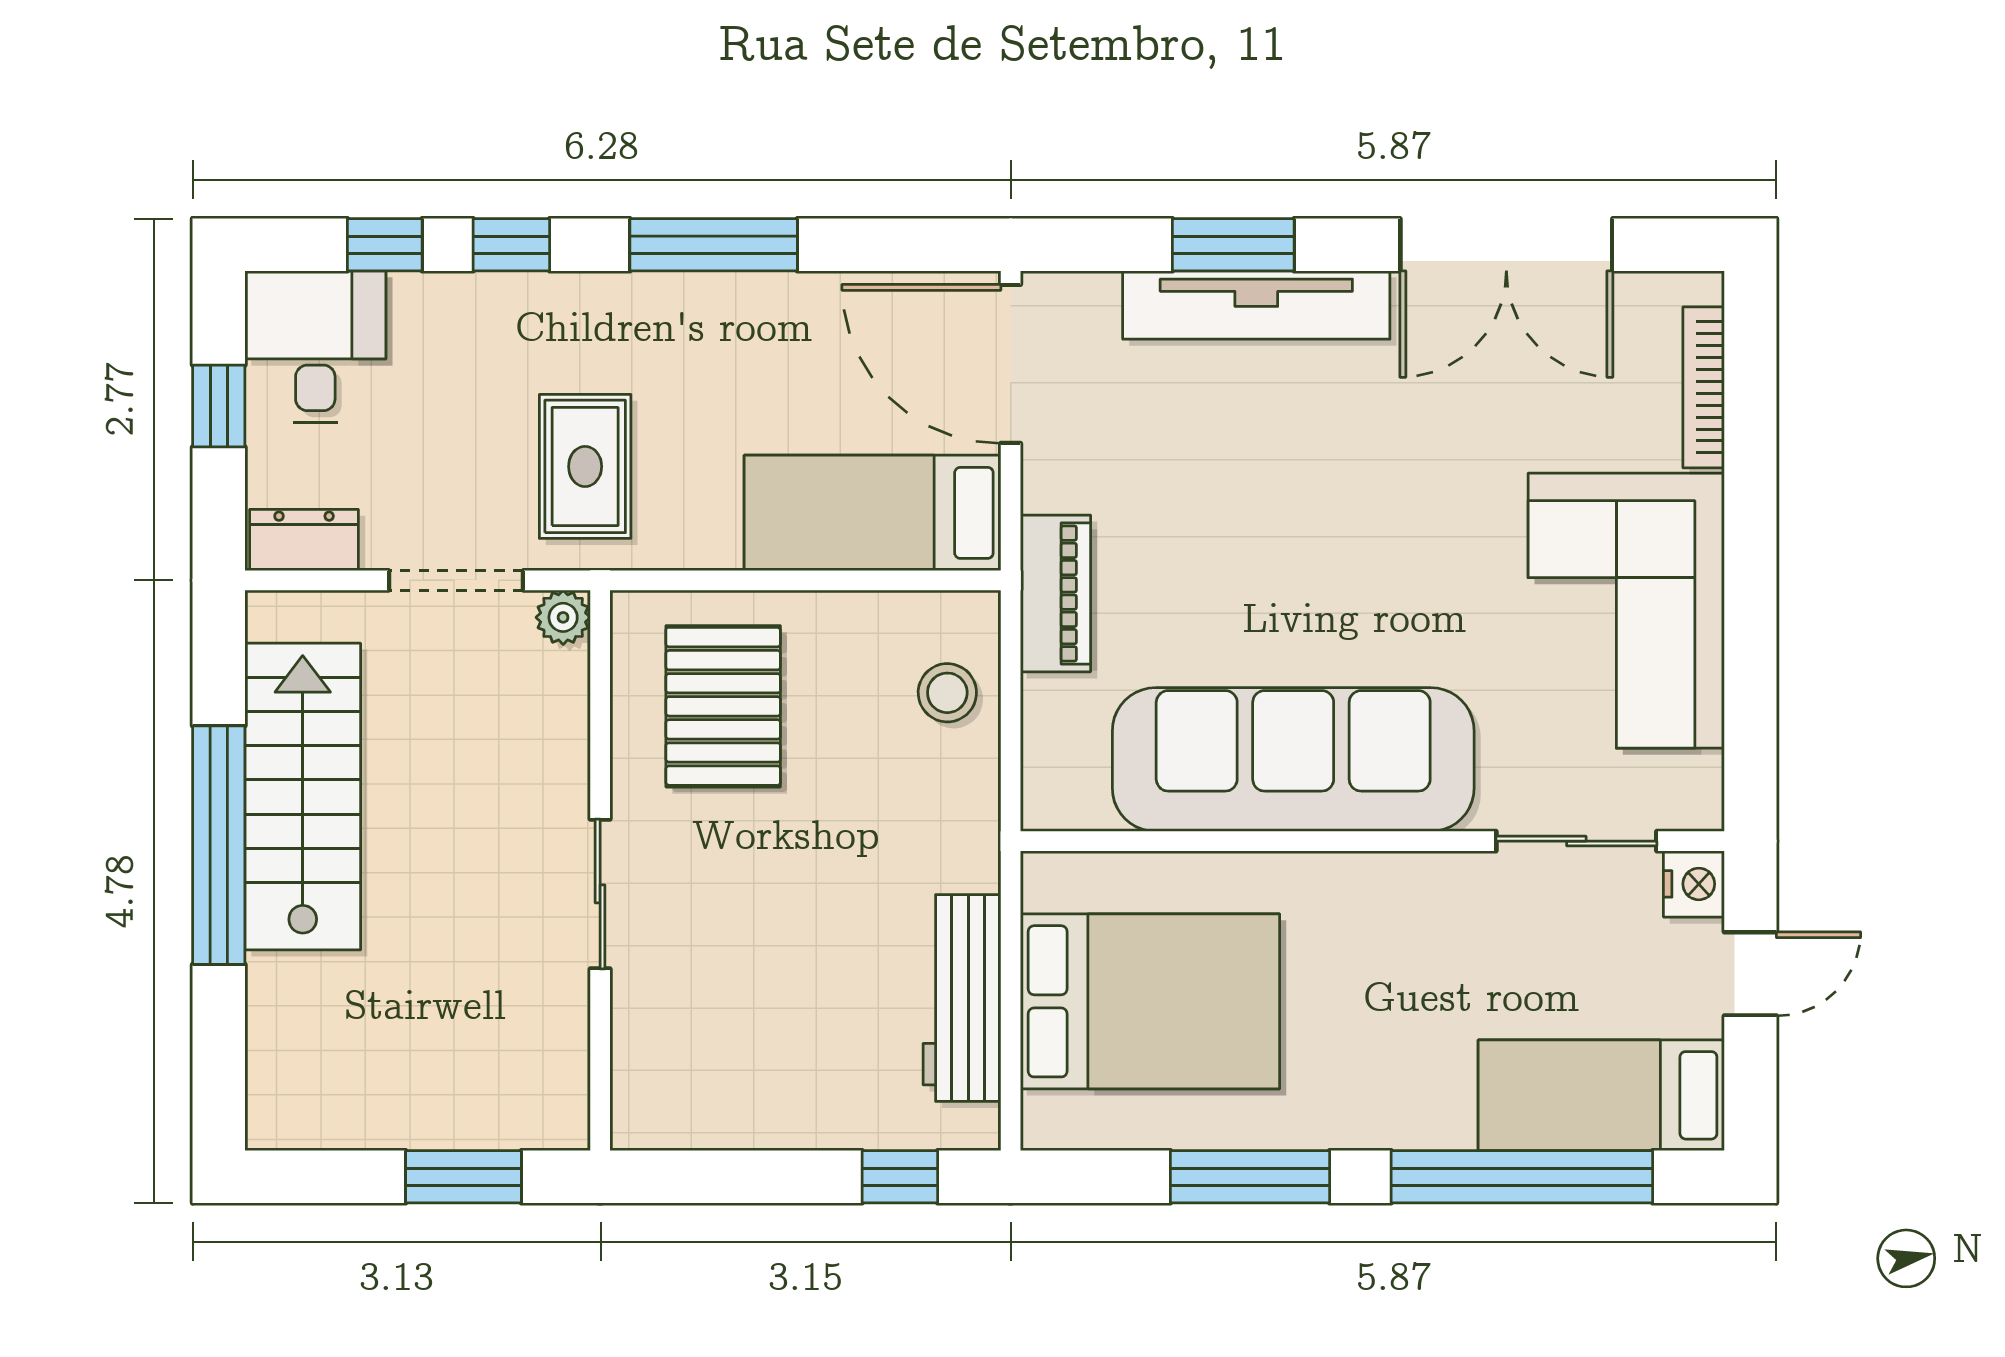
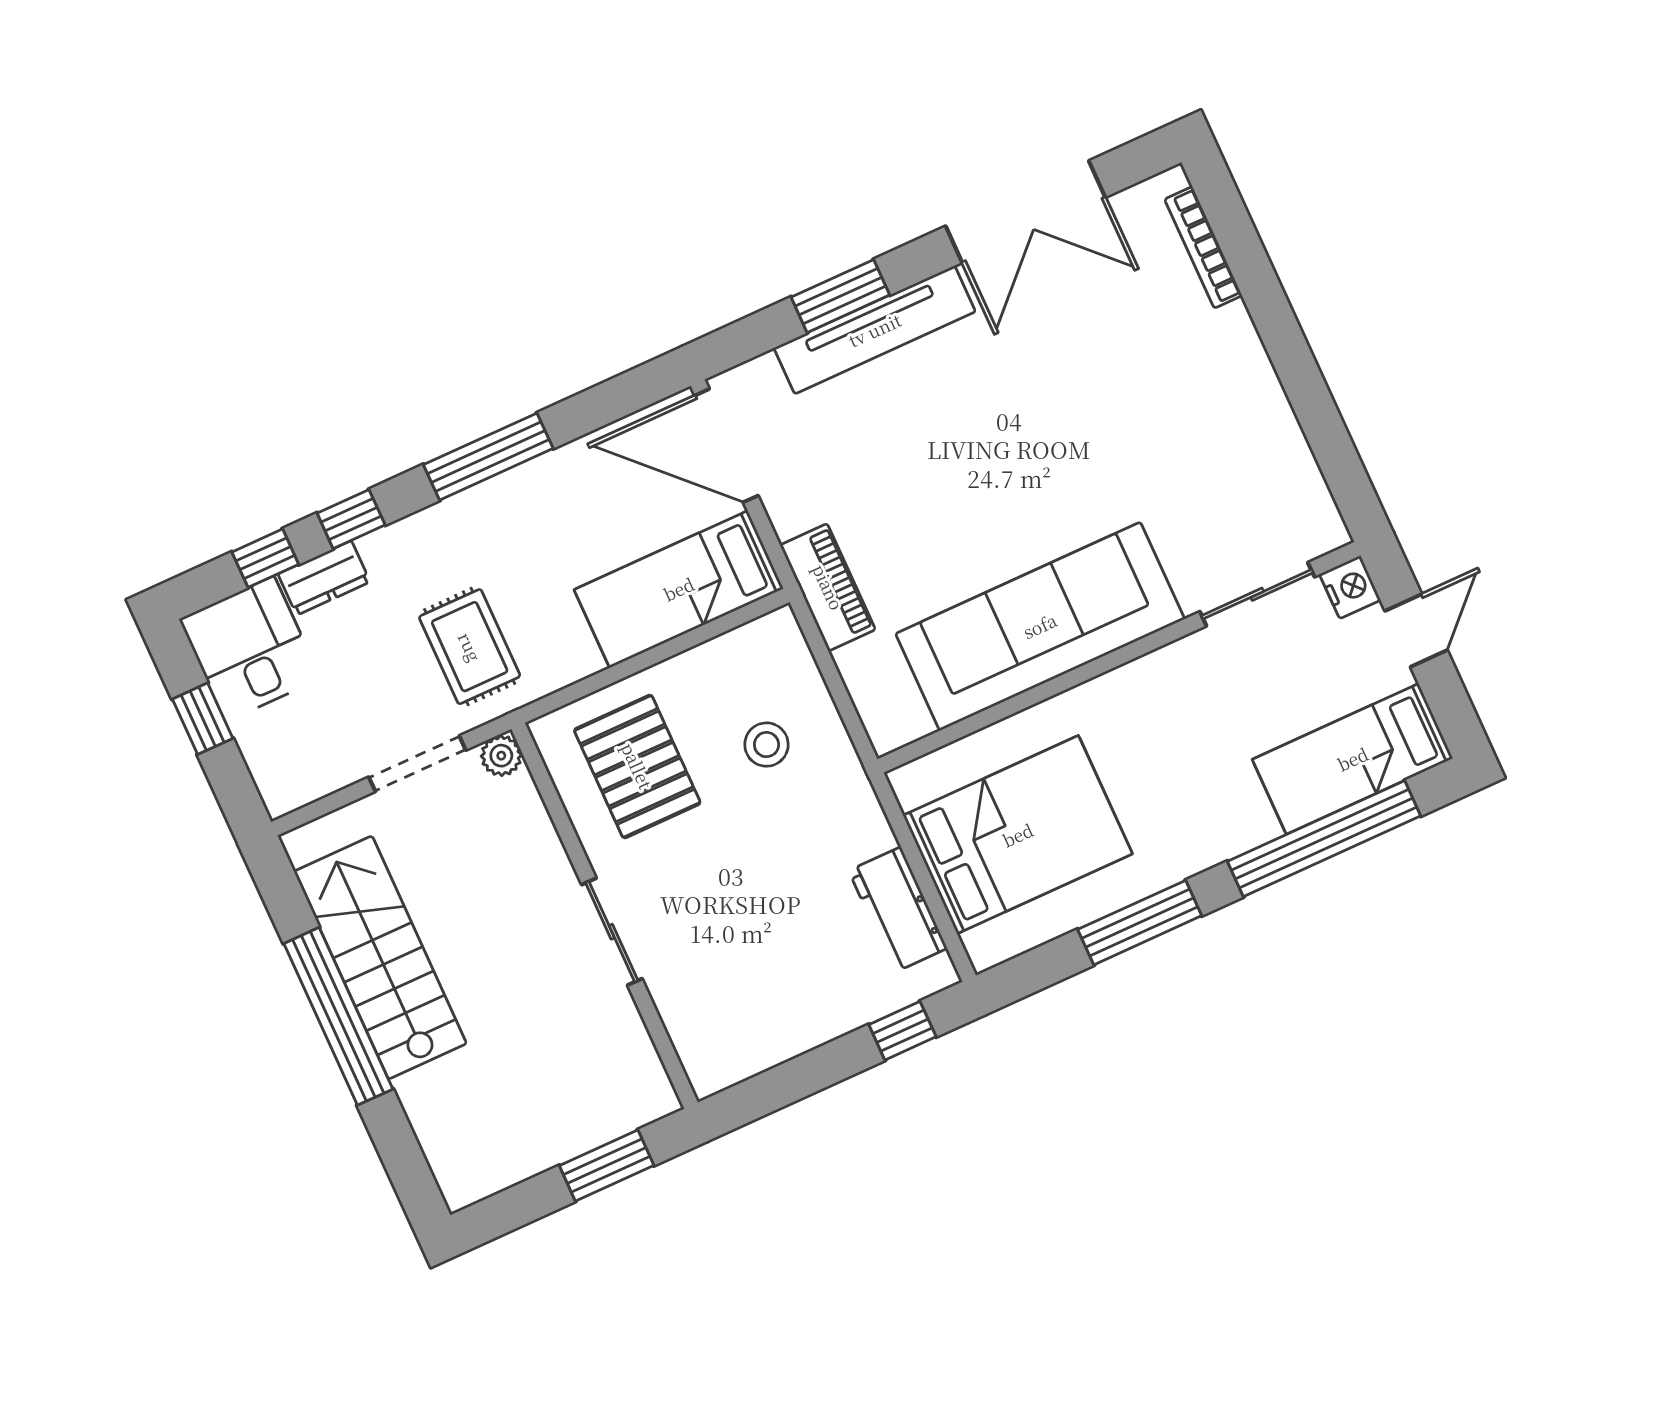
dresser: (304, 540) -> (324, 578), moved, turned 180
corner sofa: (1626, 611) -> (1220, 423), removed
stool: (947, 693) -> (766, 745), moved
workbench: (962, 998) -> (898, 909), width x0.73

